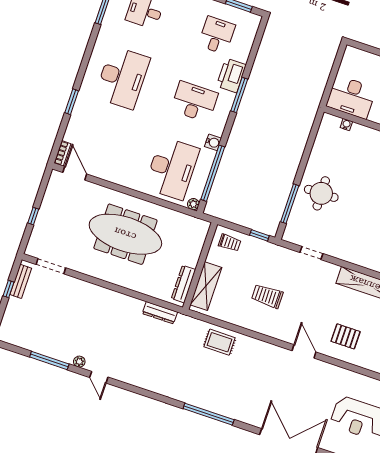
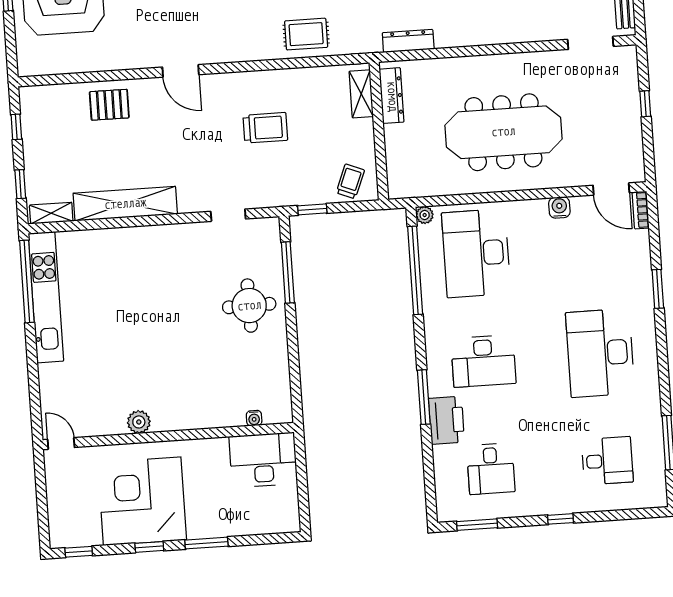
water cooler: (213, 142) -> (559, 207), moved, turned 90
trolley: (230, 243) -> (350, 181), turned 112
shelving: (206, 286) -> (361, 94), width x0.67, depth x0.75
pallet: (346, 336) -> (109, 105), moved

